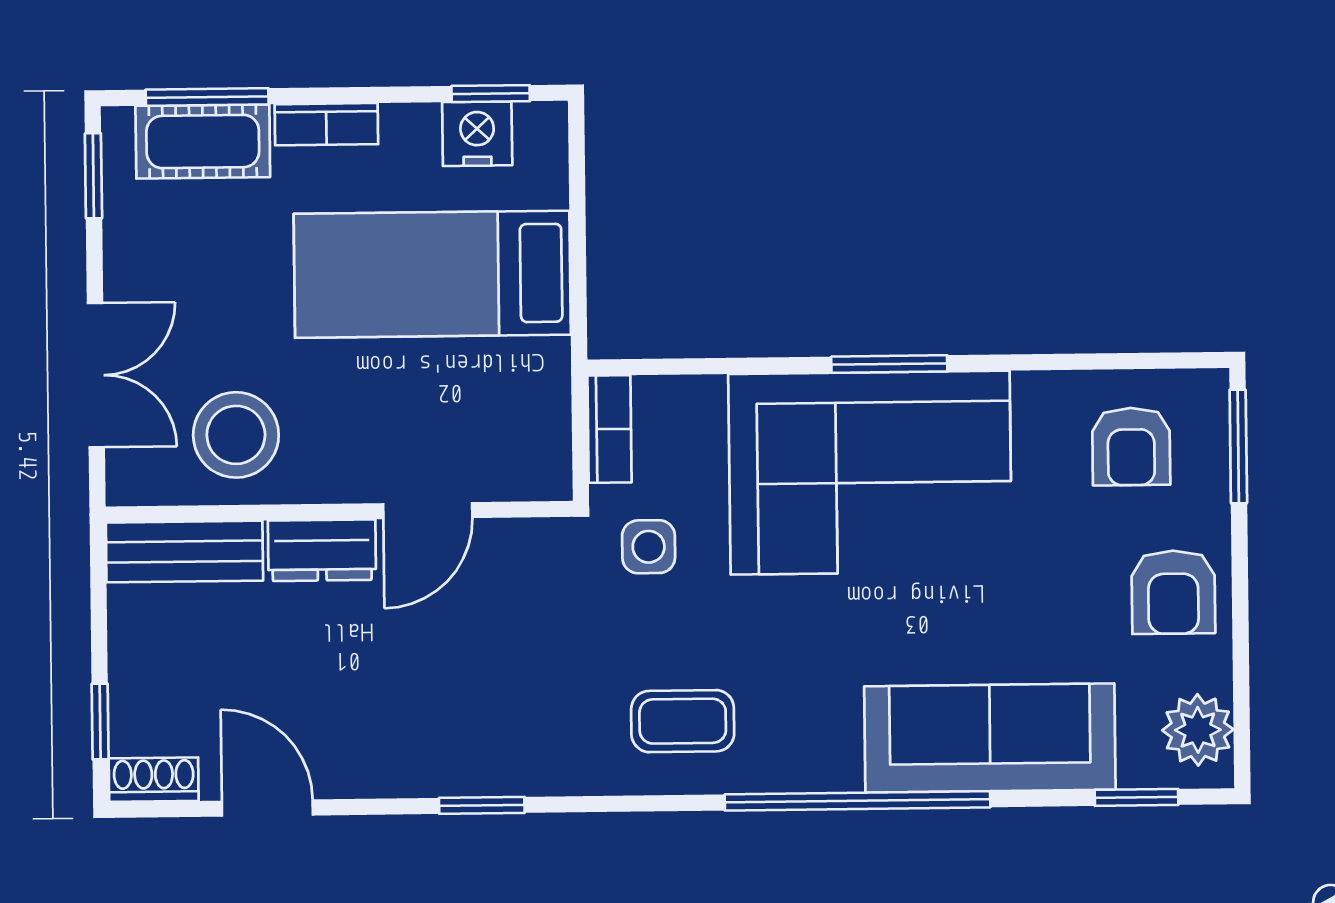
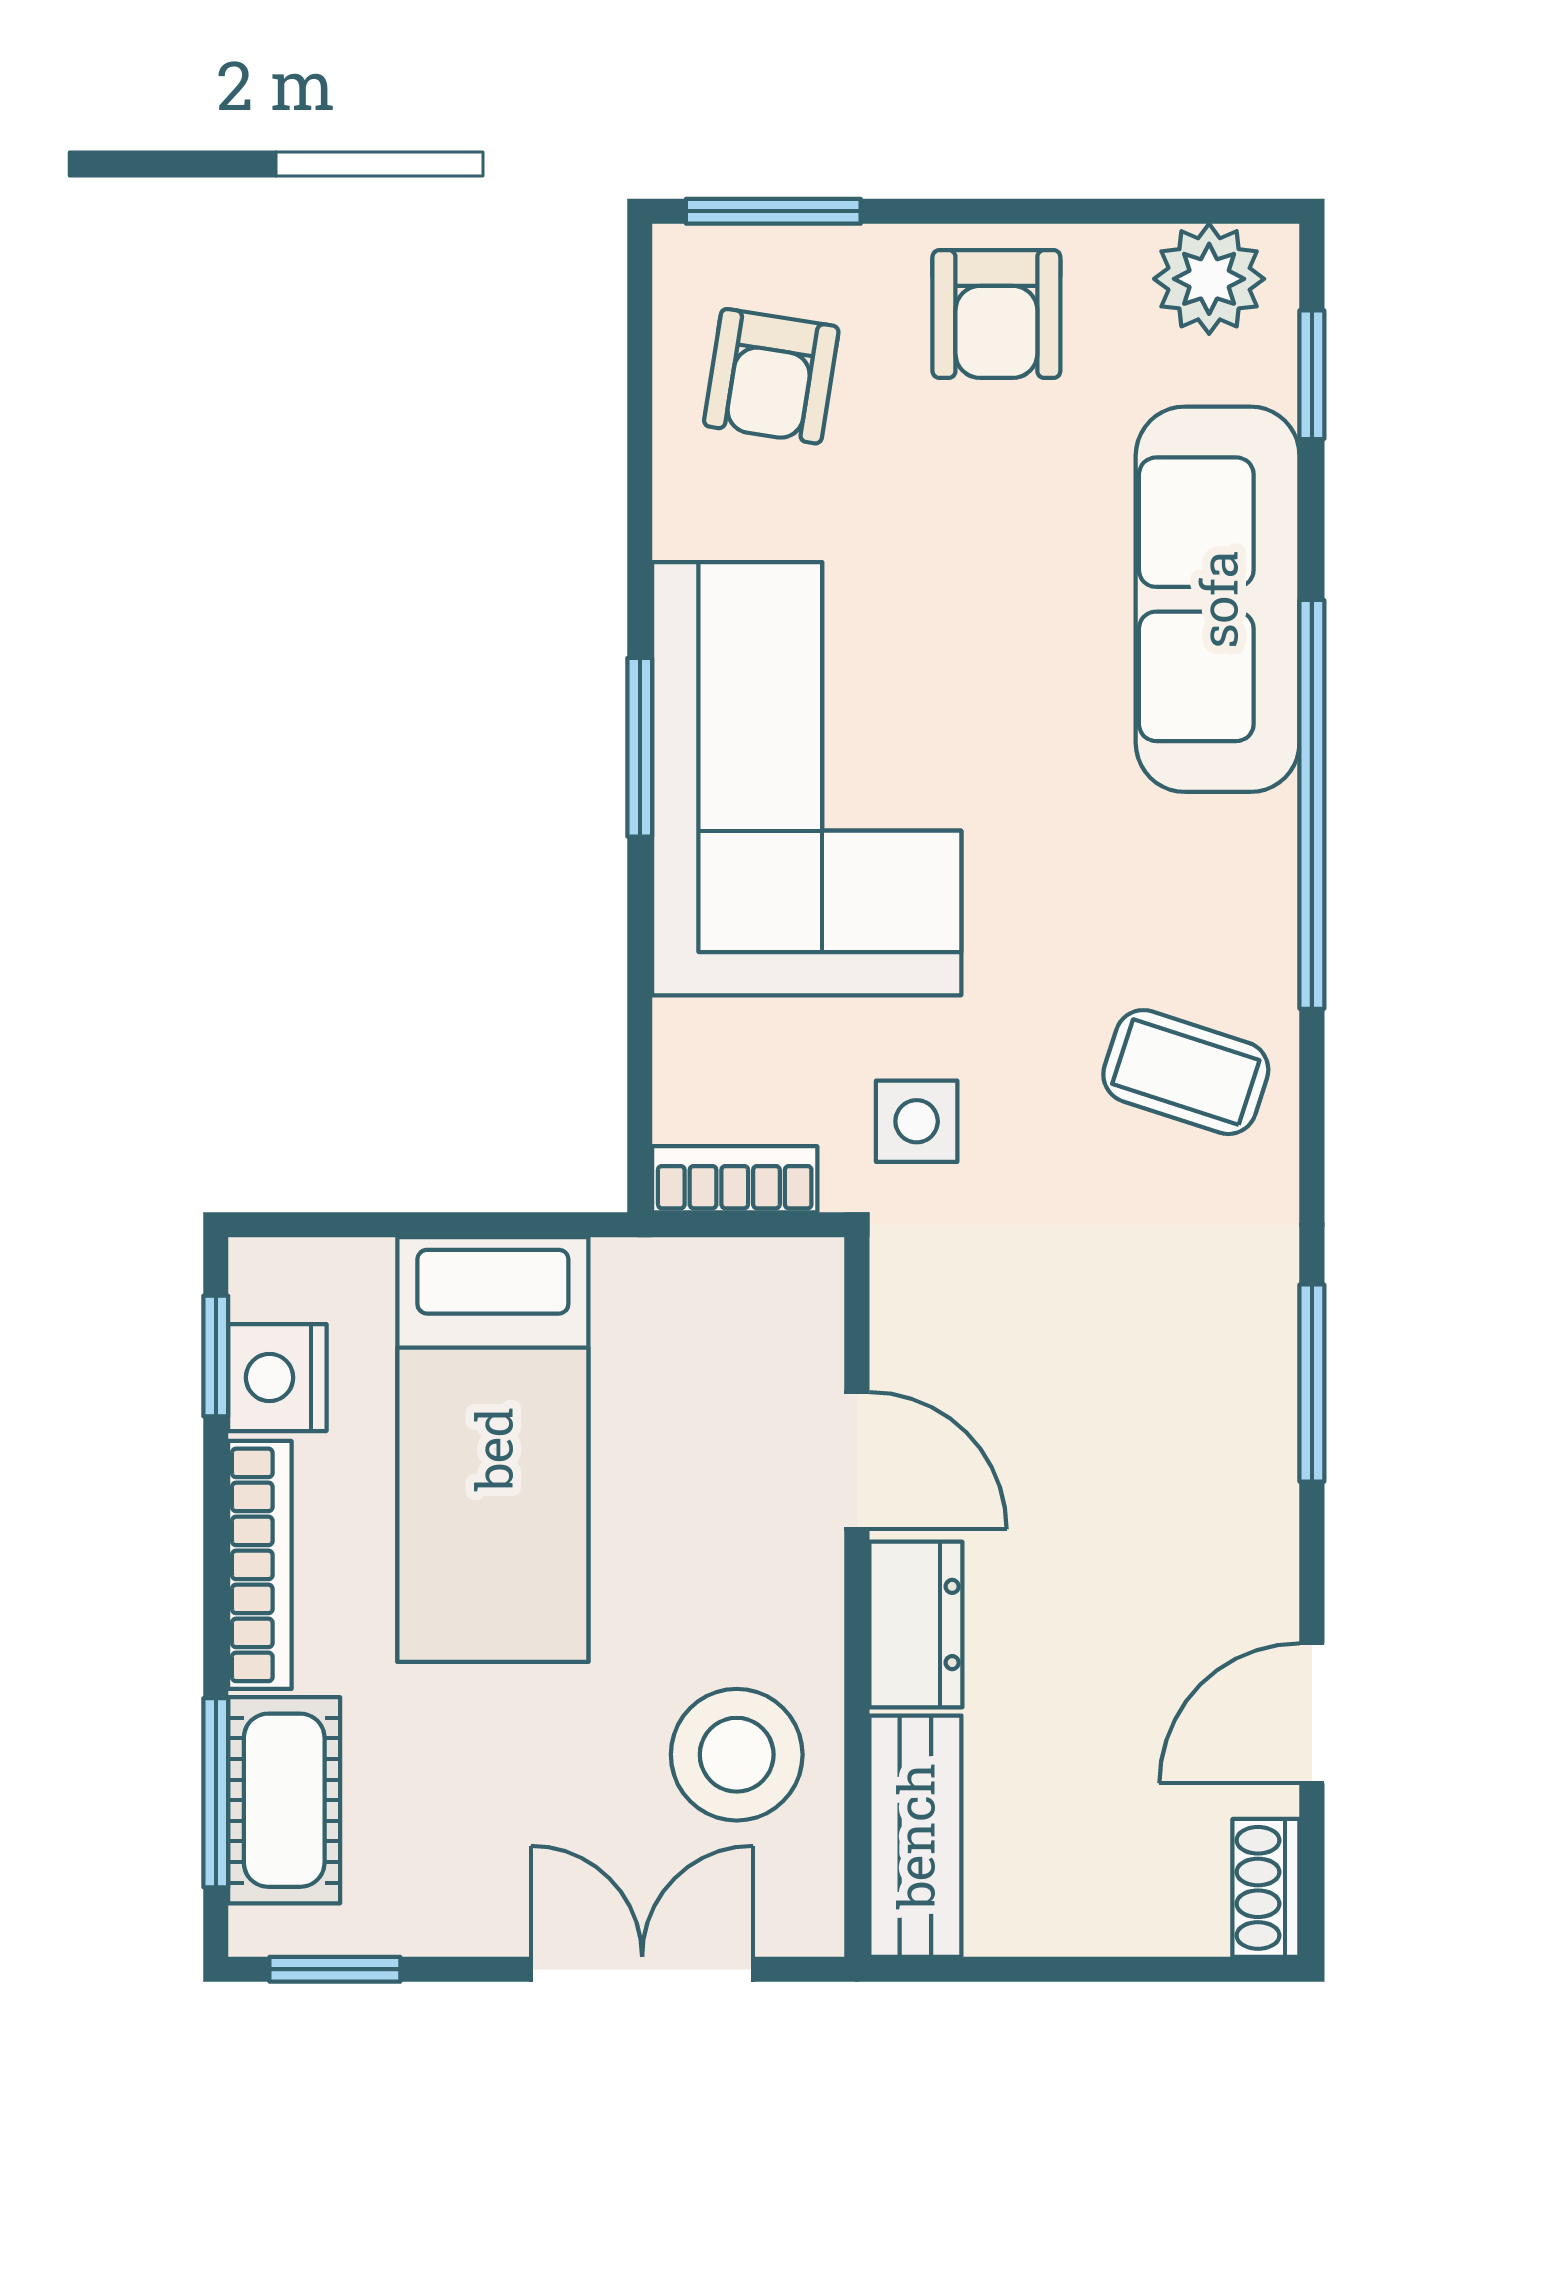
bookcase: (326, 124) -> (260, 1565), width x1.56
armchair: (1131, 446) -> (771, 376), turned 99
armchair: (1173, 592) -> (996, 314), turned 90
coffee table: (683, 721) -> (1186, 1072), turned -72
window: (100, 722) -> (1176, 1969), removed
window: (482, 805) -> (1312, 1383), width x1.50

